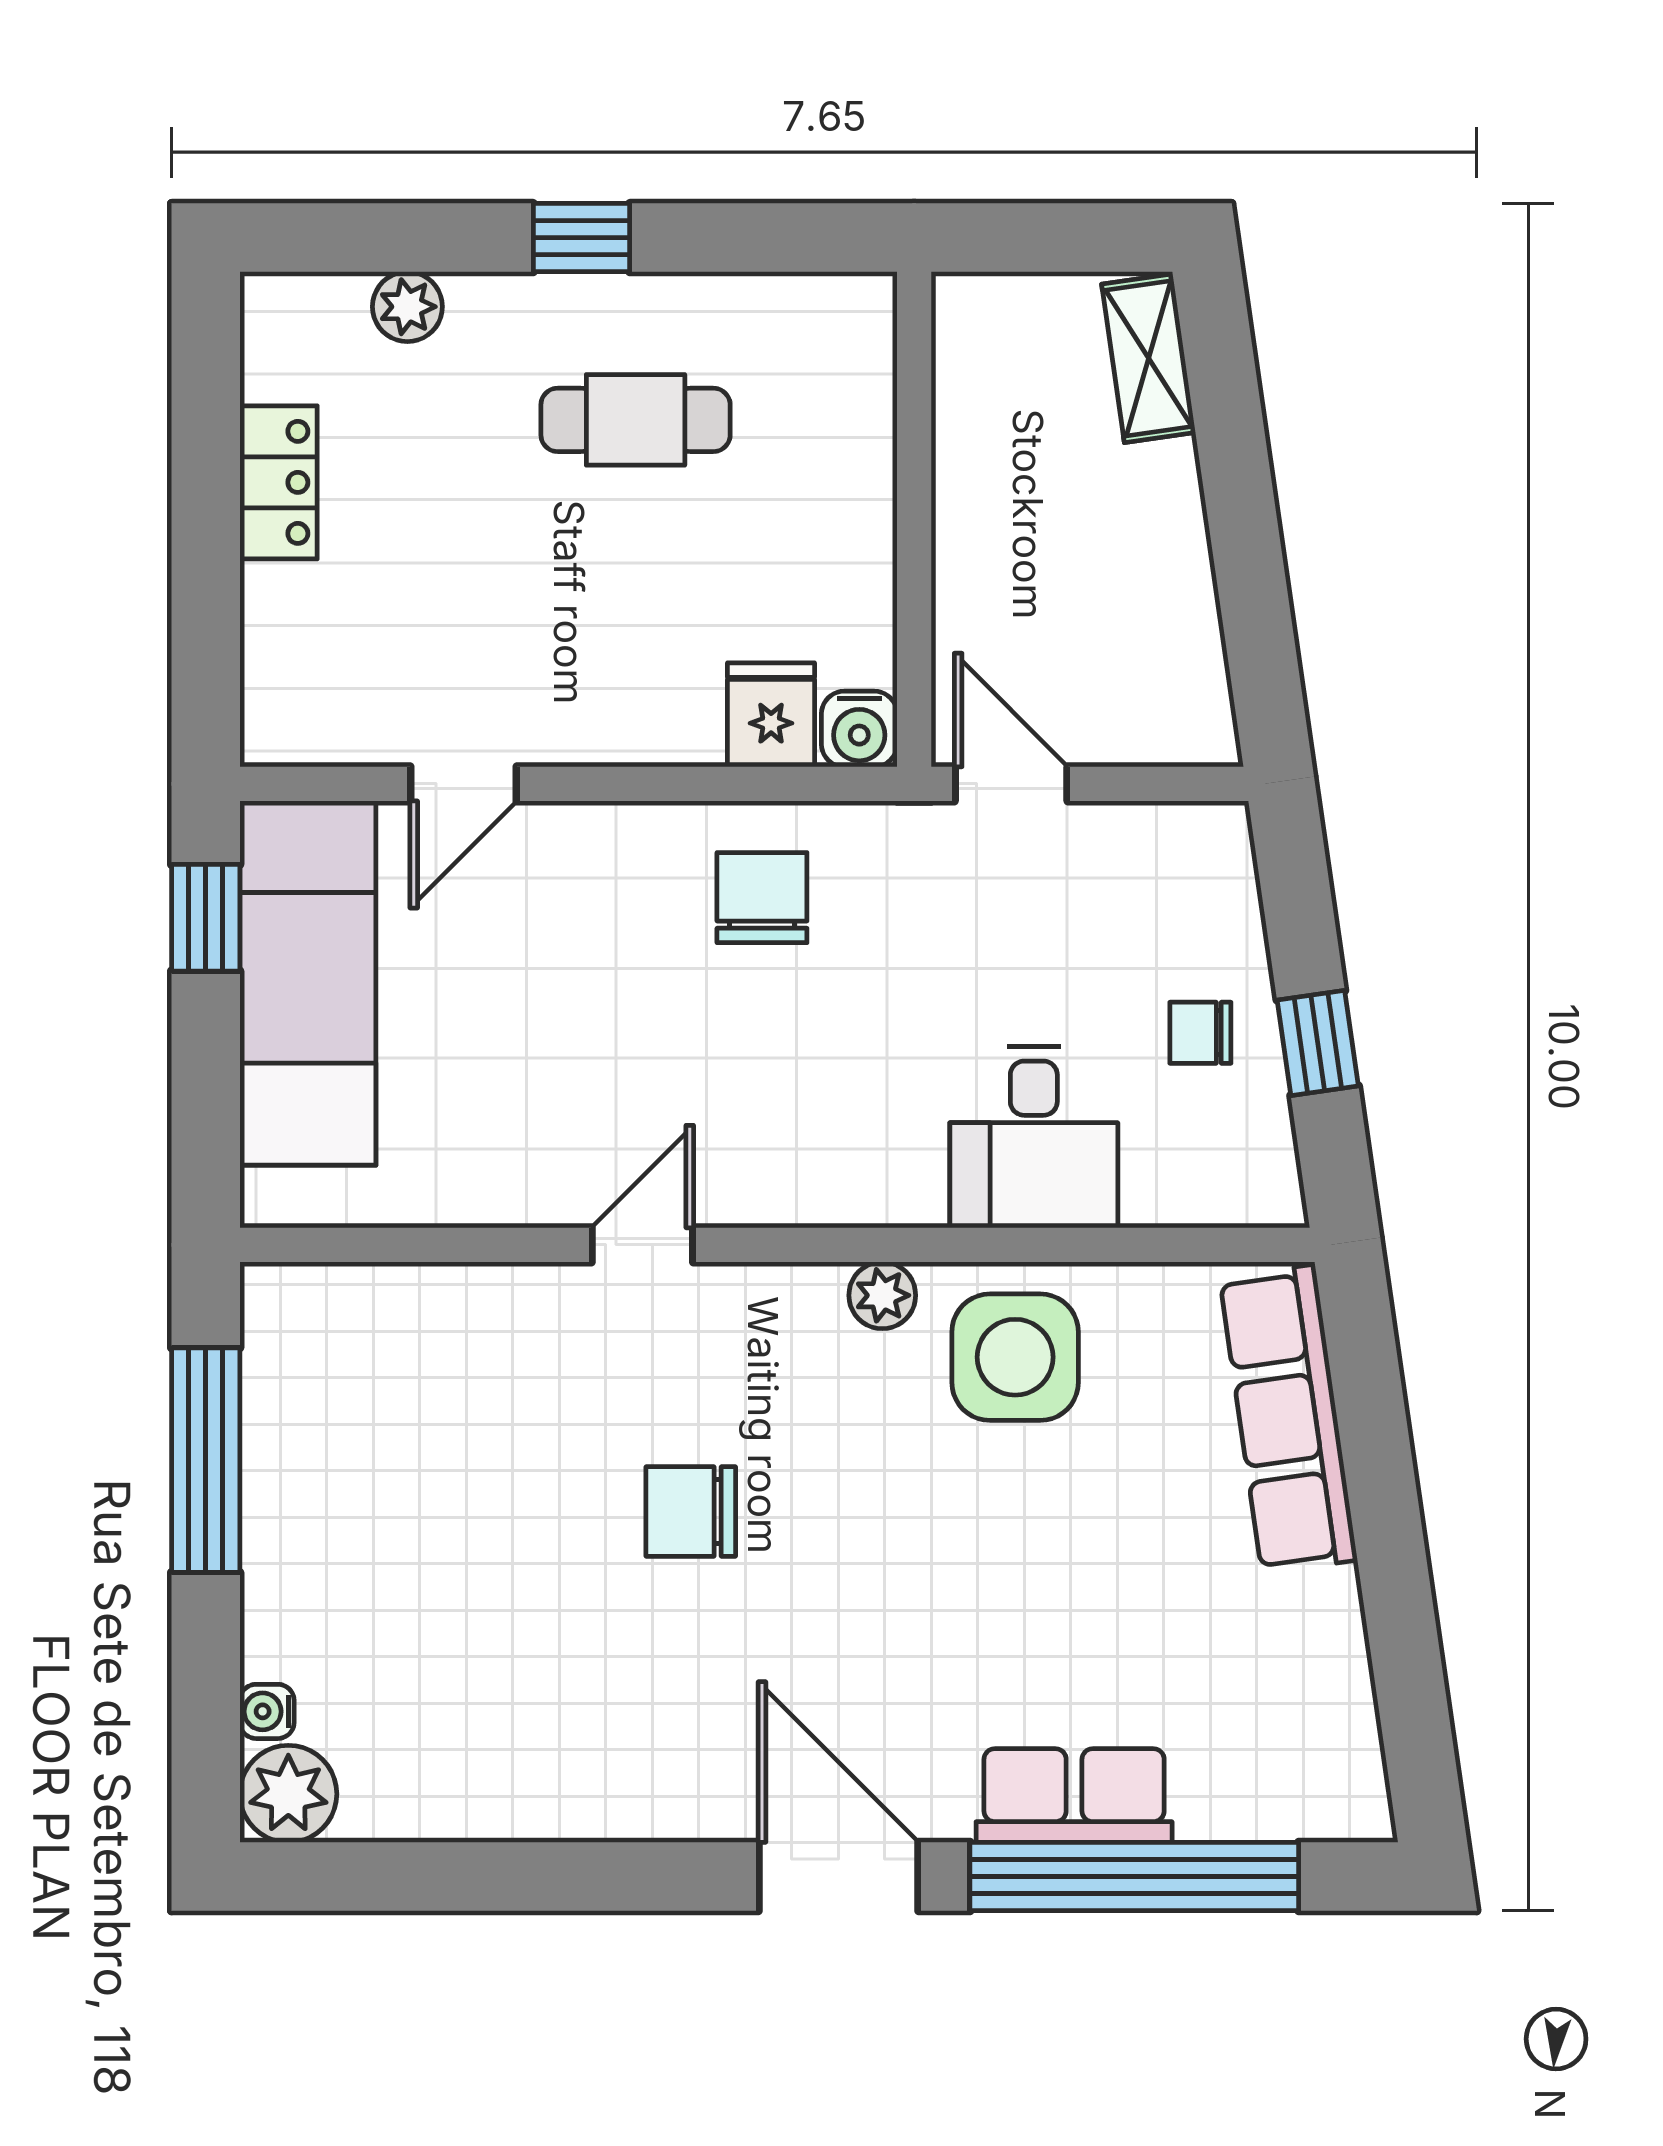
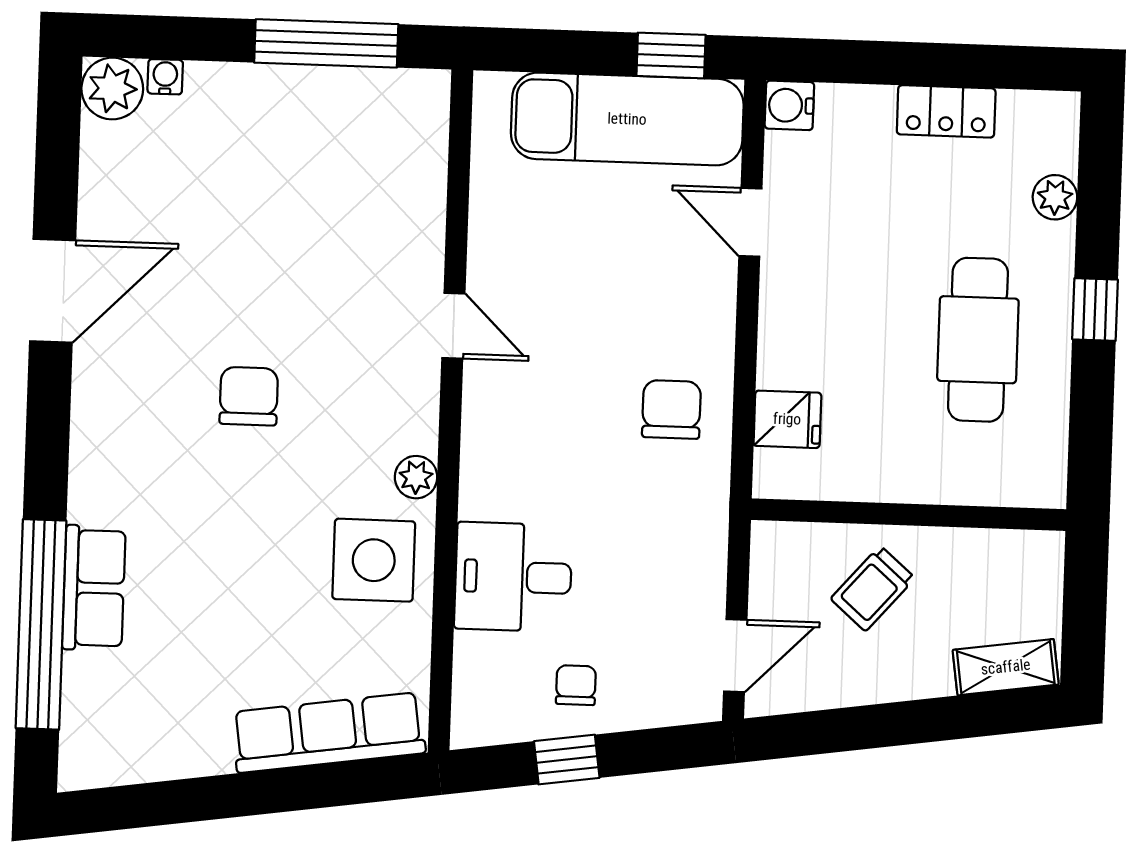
cafe table: (636, 420) -> (978, 340), width x1.37, depth x1.35
trolley: (1032, 571) -> (873, 588), added
water cooler: (859, 729) -> (789, 105), moved
door: (1011, 784) -> (735, 656), moved
chair: (762, 898) -> (671, 409), turned -90
chair: (691, 1511) -> (249, 396), moved
door: (838, 1877) -> (53, 291), moved

